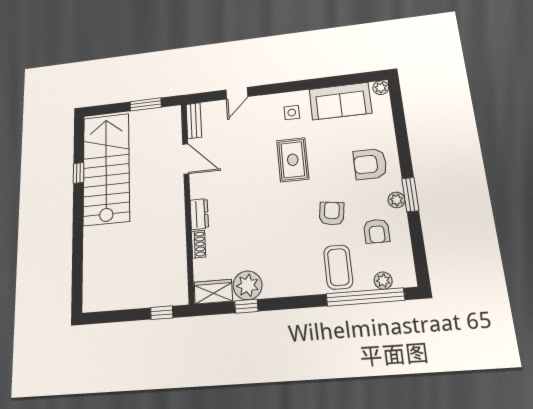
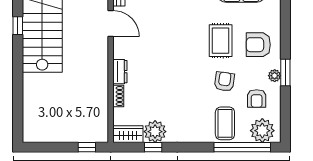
rug: (293, 160) -> (221, 41), moved
plant: (383, 281) -> (262, 131), width x1.88, depth x1.88

